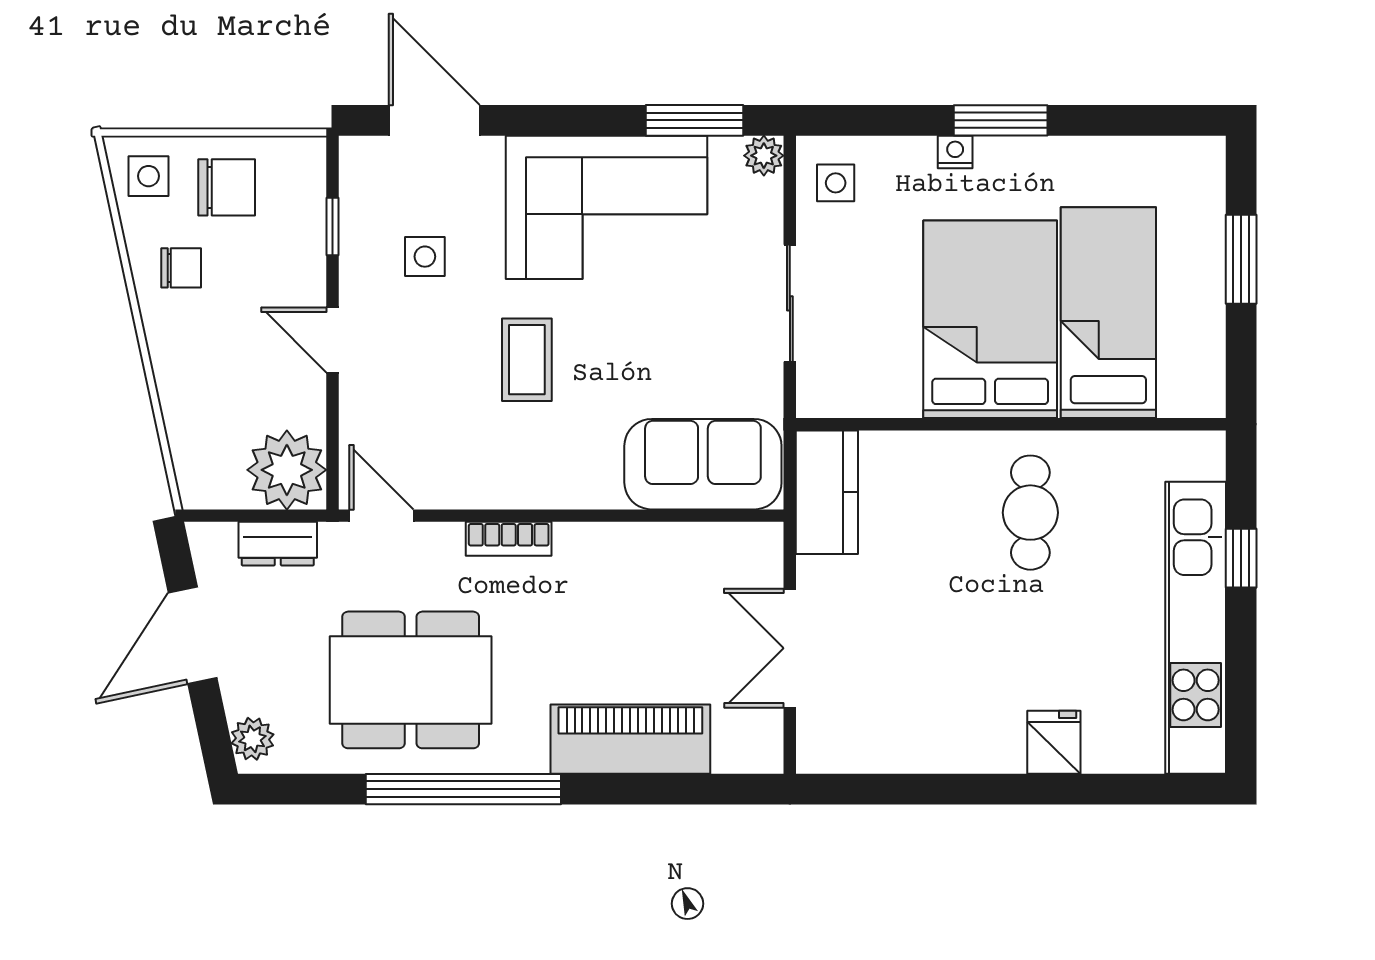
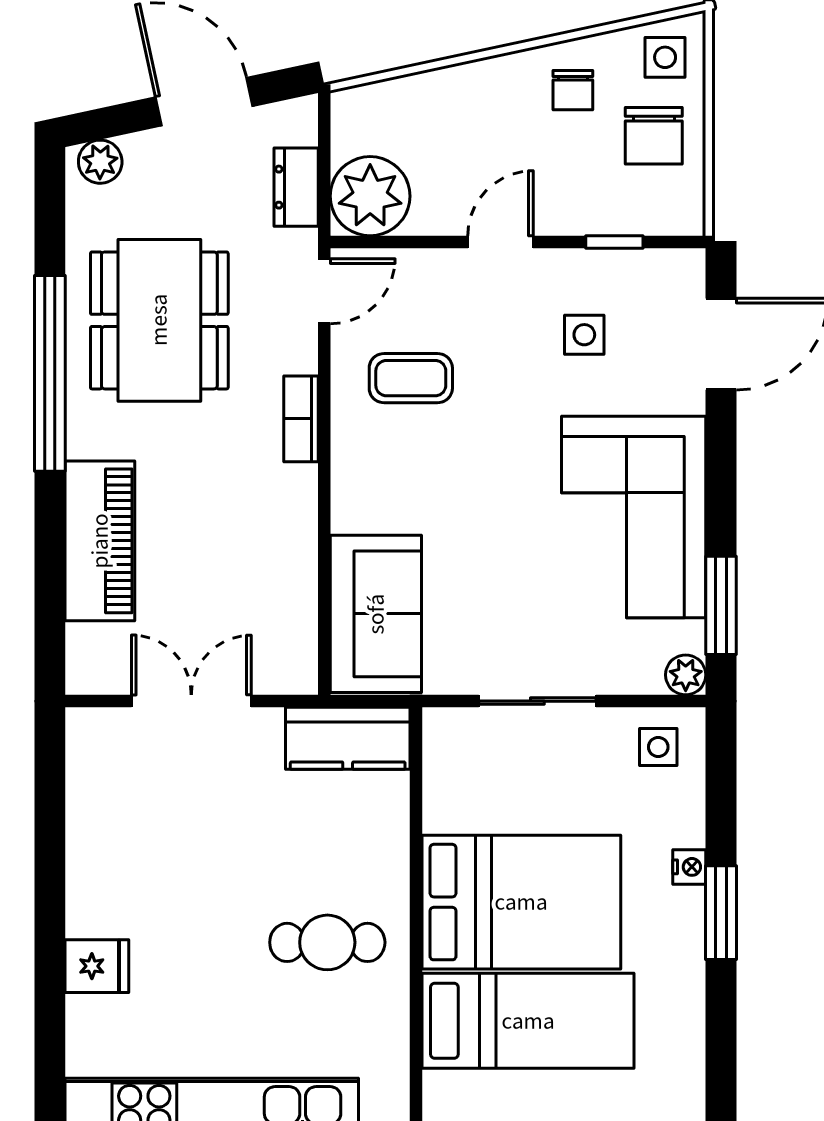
coffee table: (527, 360) -> (411, 378), moved

